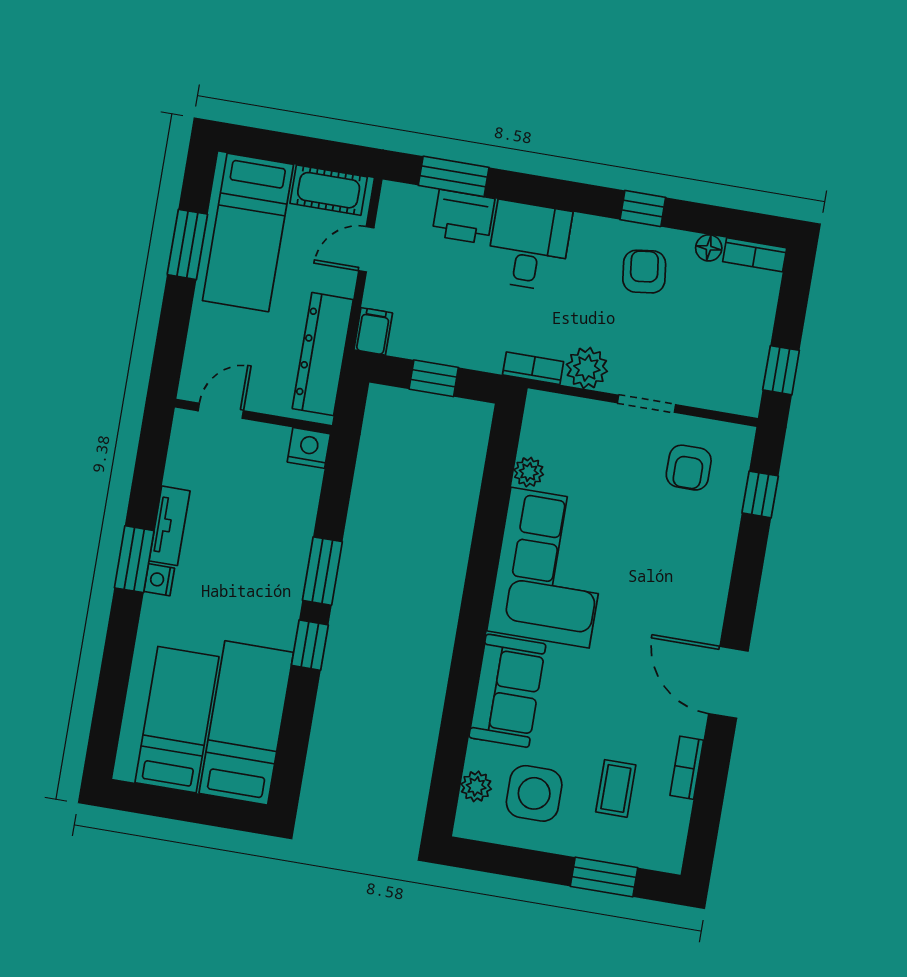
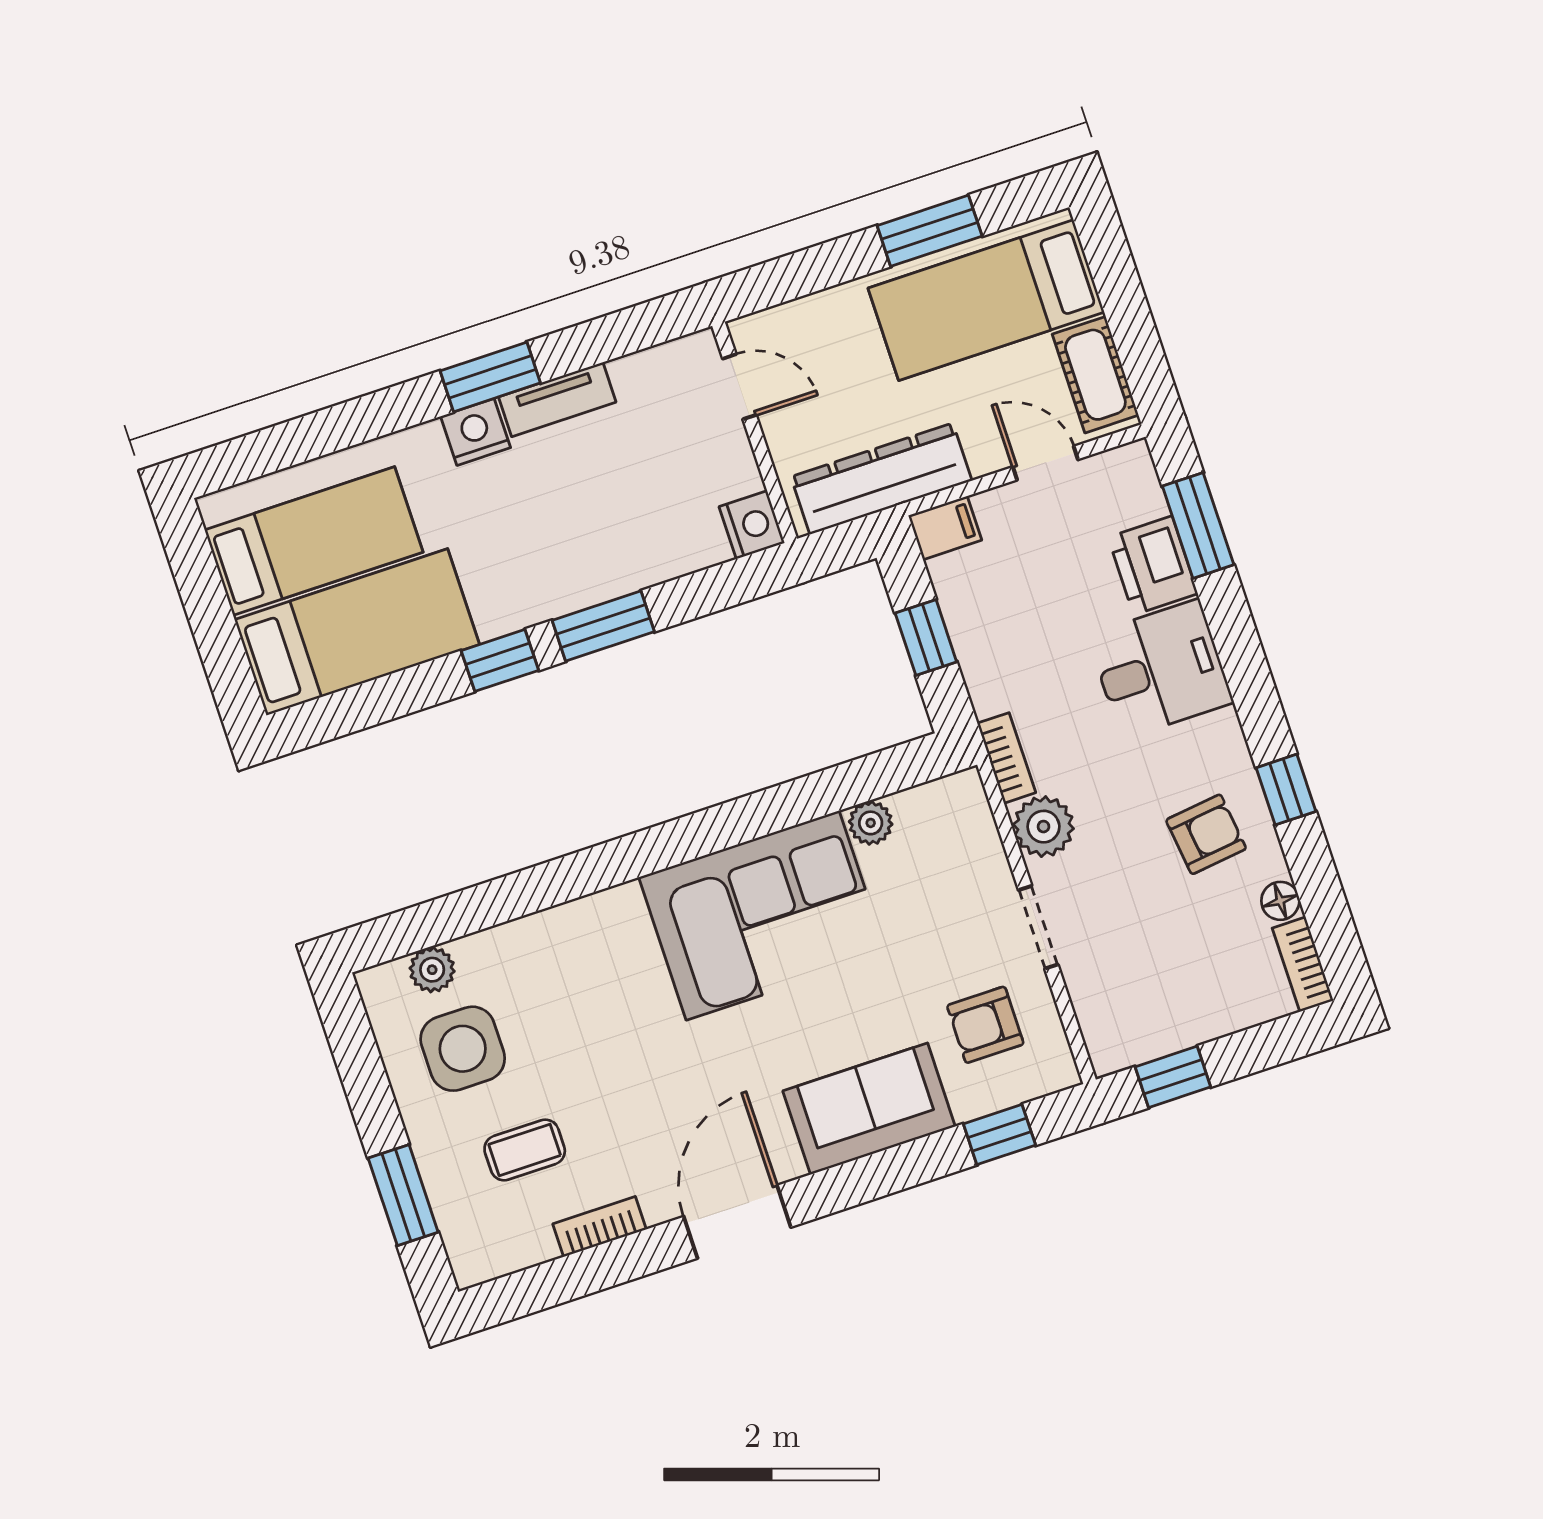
nightstand: (159, 580) -> (476, 432), width x1.39, depth x1.35
sofa: (507, 691) -> (869, 1109), moved, turned 180

